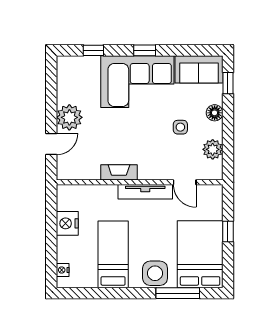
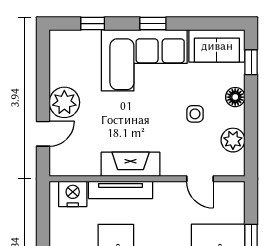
fireplace: (119, 172) -> (131, 164), width x1.37, depth x1.32
tv unit: (145, 192) -> (121, 190), moved
nightstand: (67, 223) -> (73, 194), moved, turned 90

